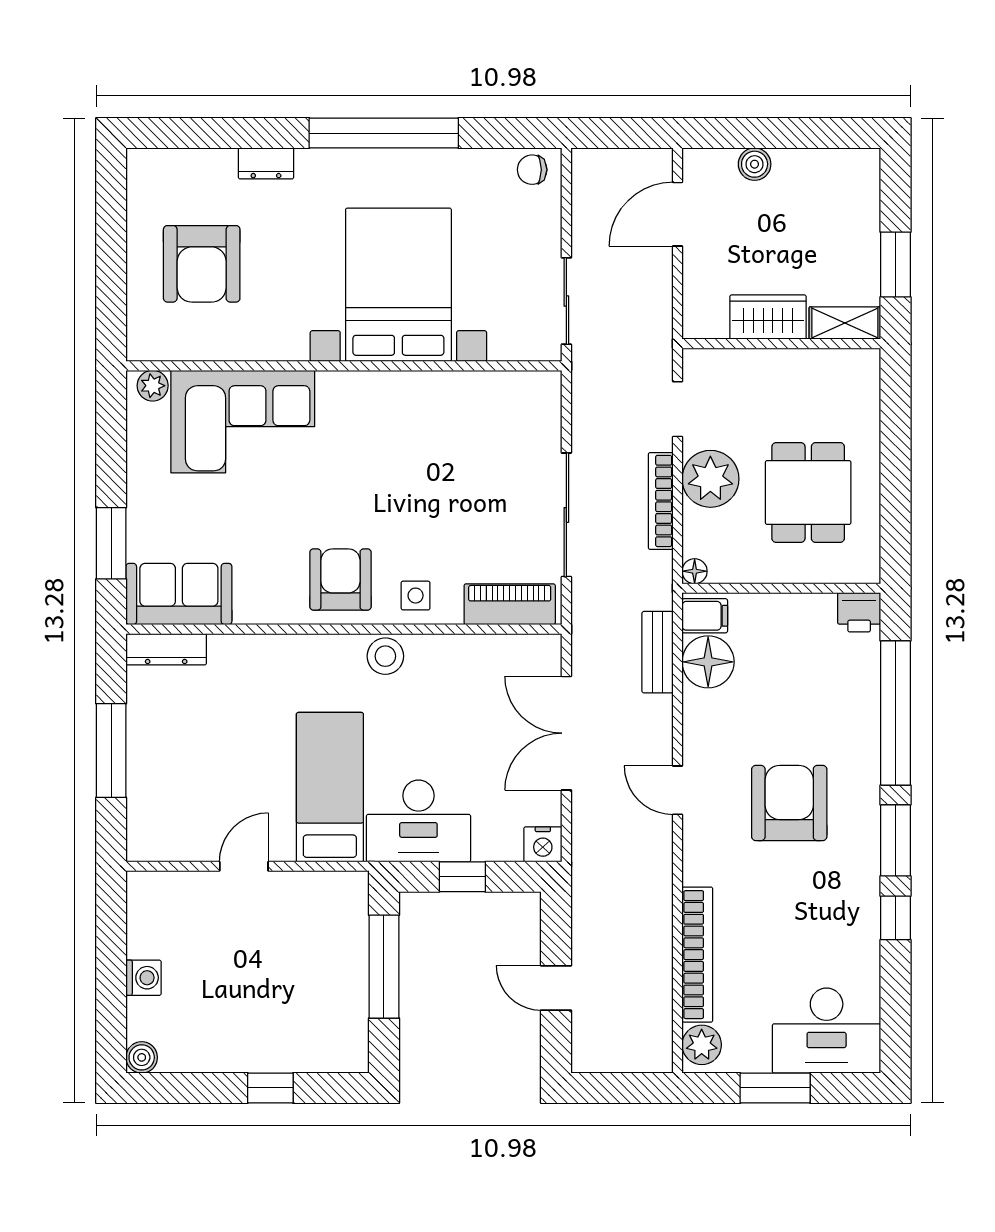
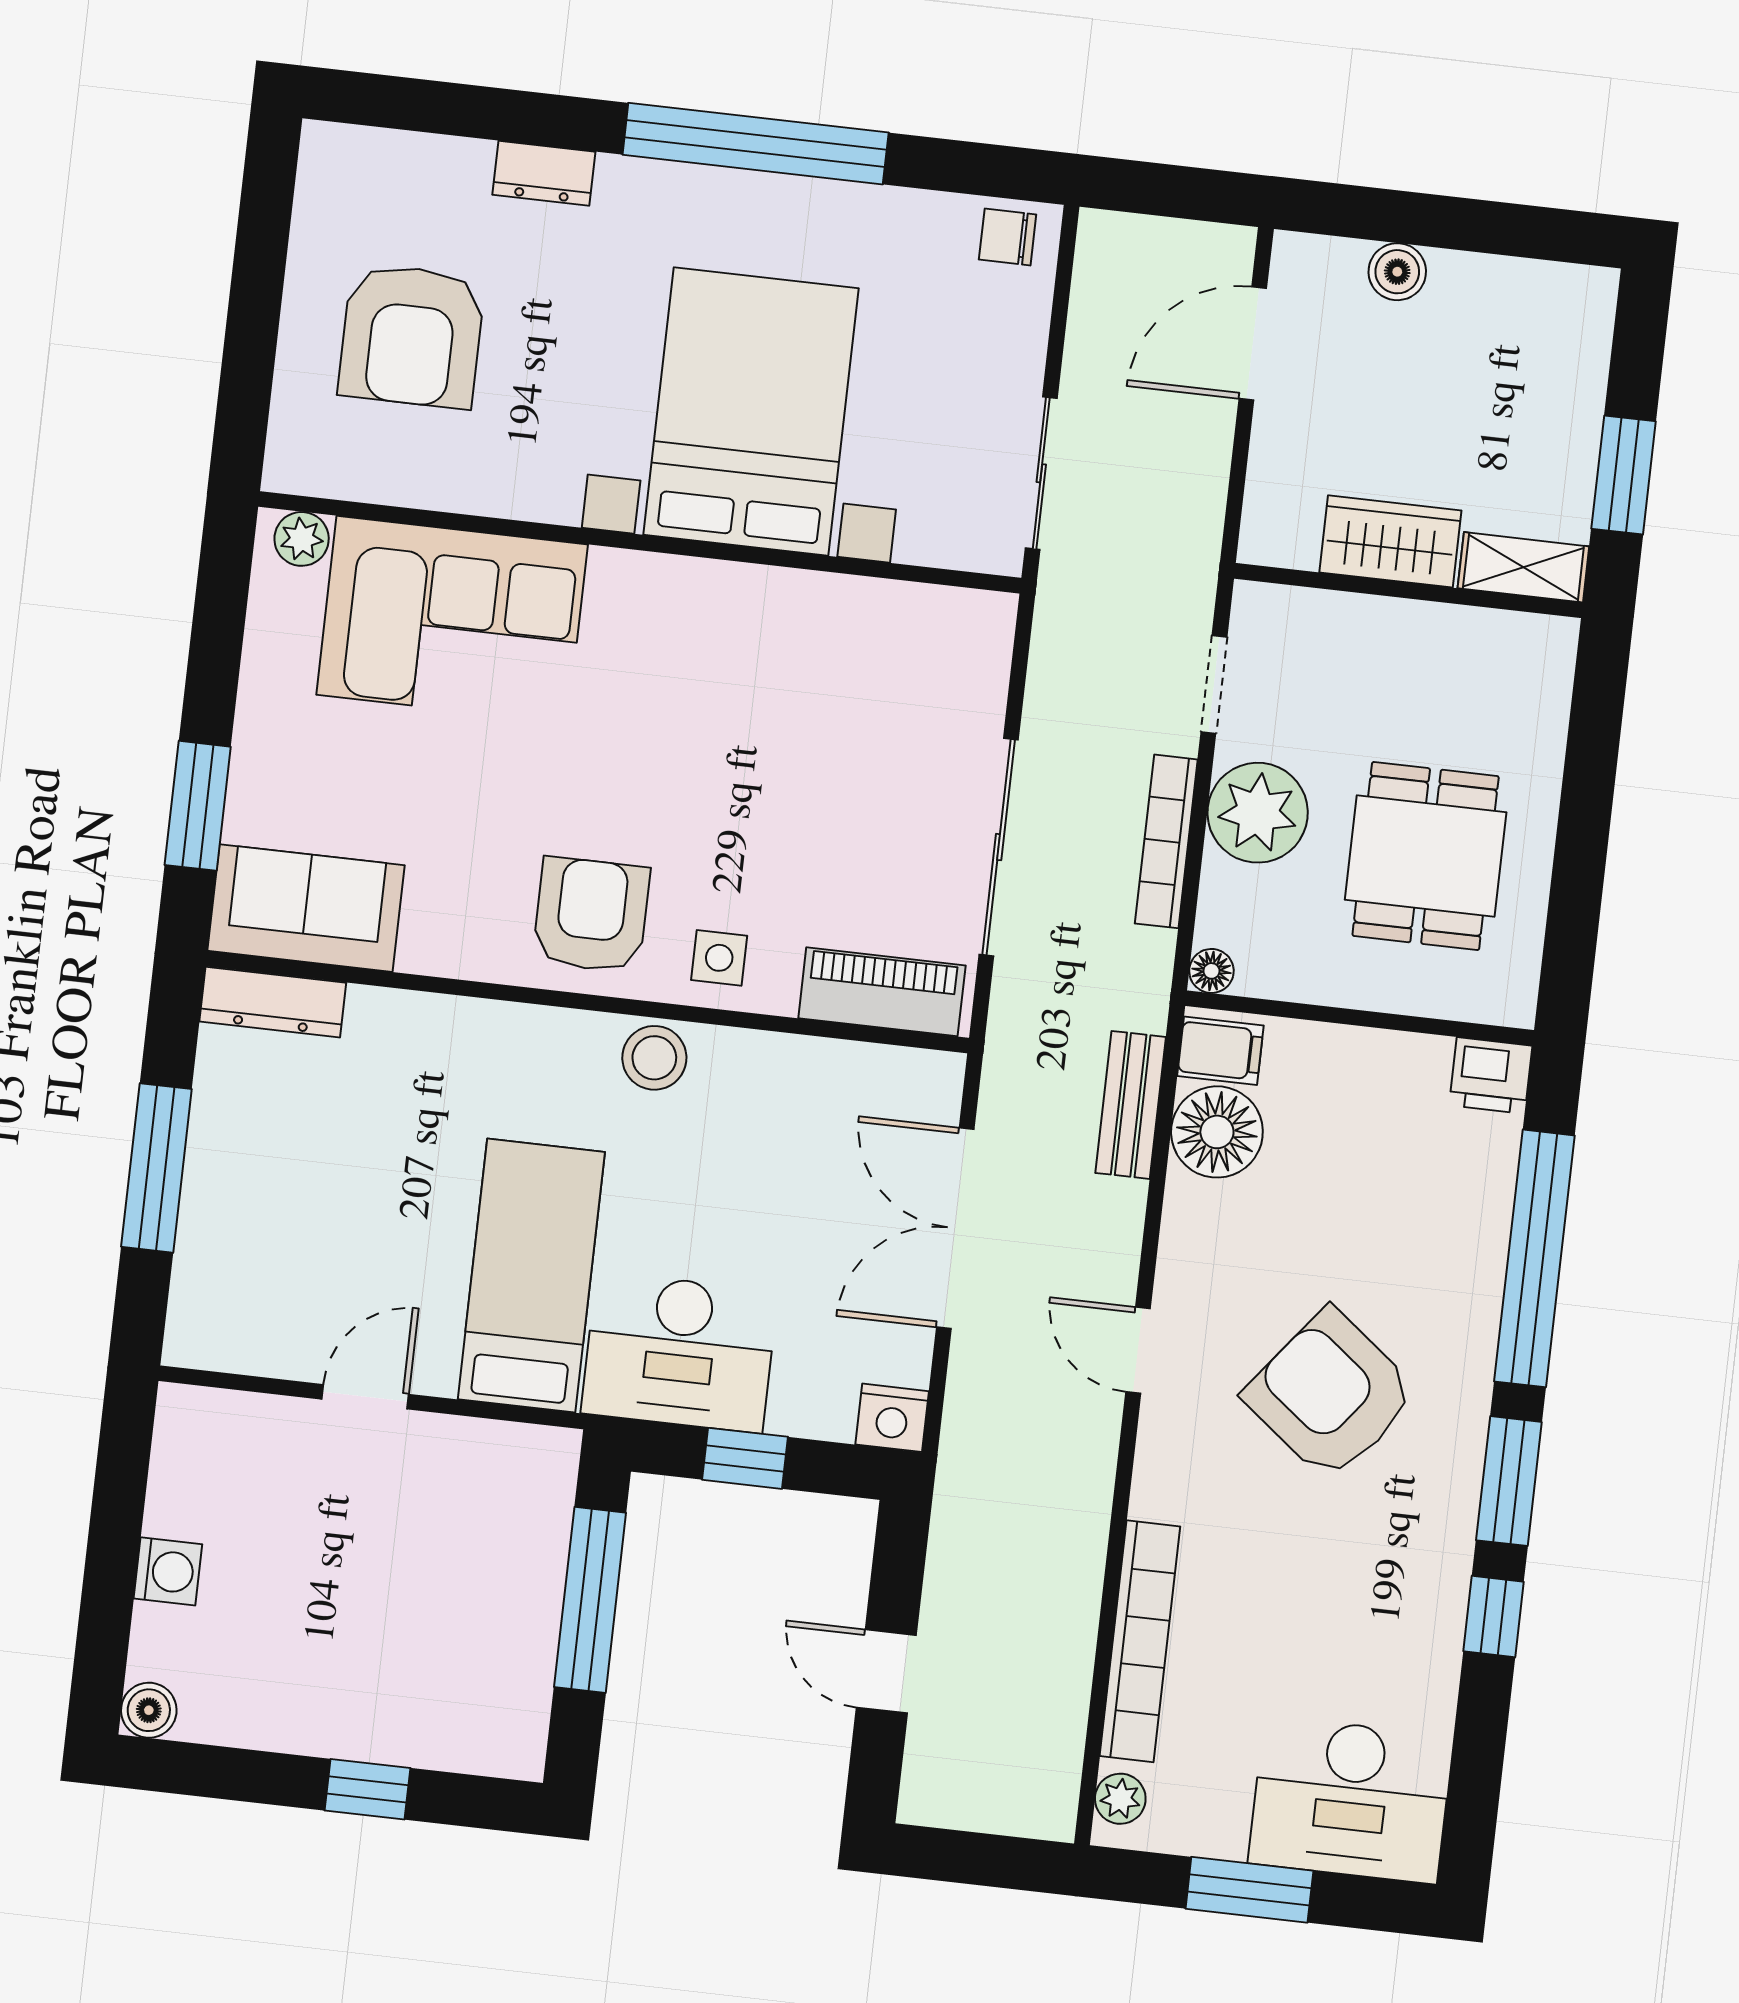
armchair: (789, 803) -> (1331, 1395), turned -52
plant: (702, 1045) -> (1120, 1799), width x0.73, depth x0.73

